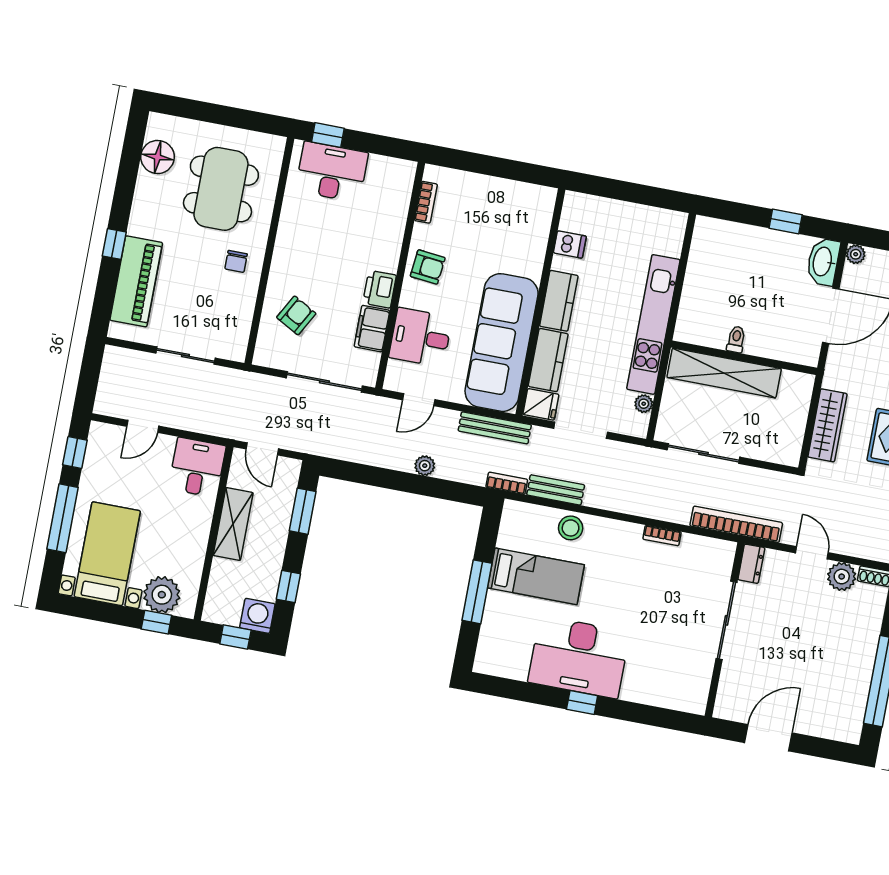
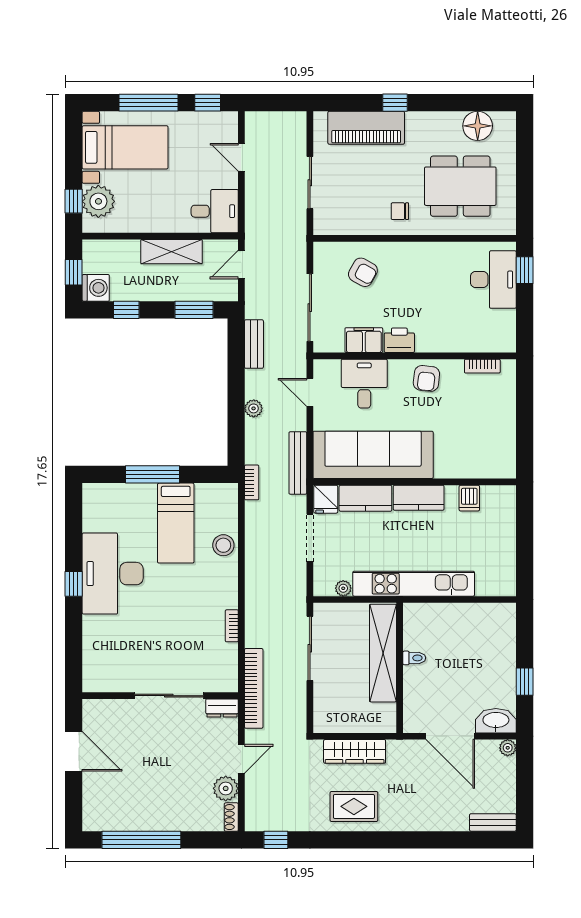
bench: (556, 490) -> (254, 344), moved

